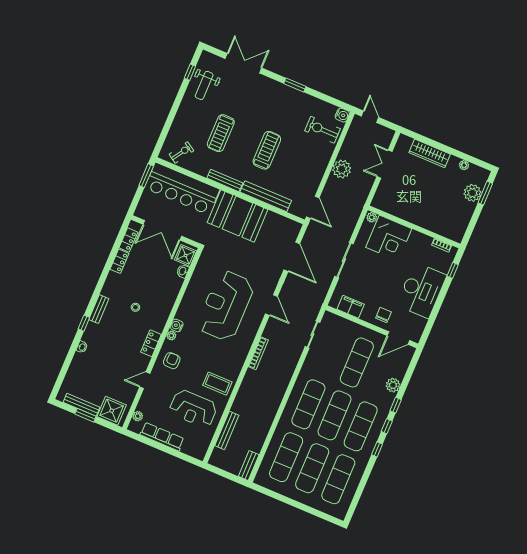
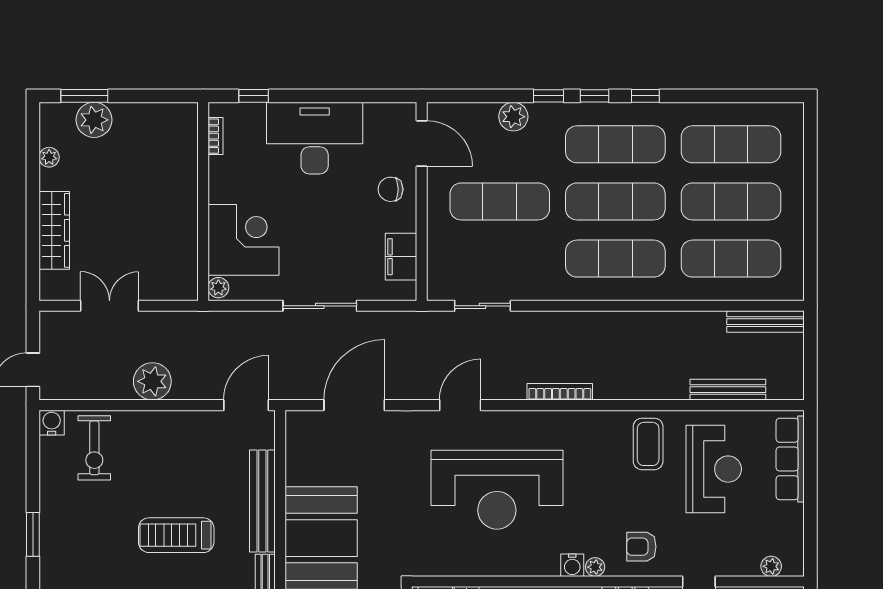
double door: (384, 164) -> (110, 306), swing flipped
row of seats: (162, 437) -> (790, 459), moved
bench: (249, 466) -> (766, 322), width x1.36

